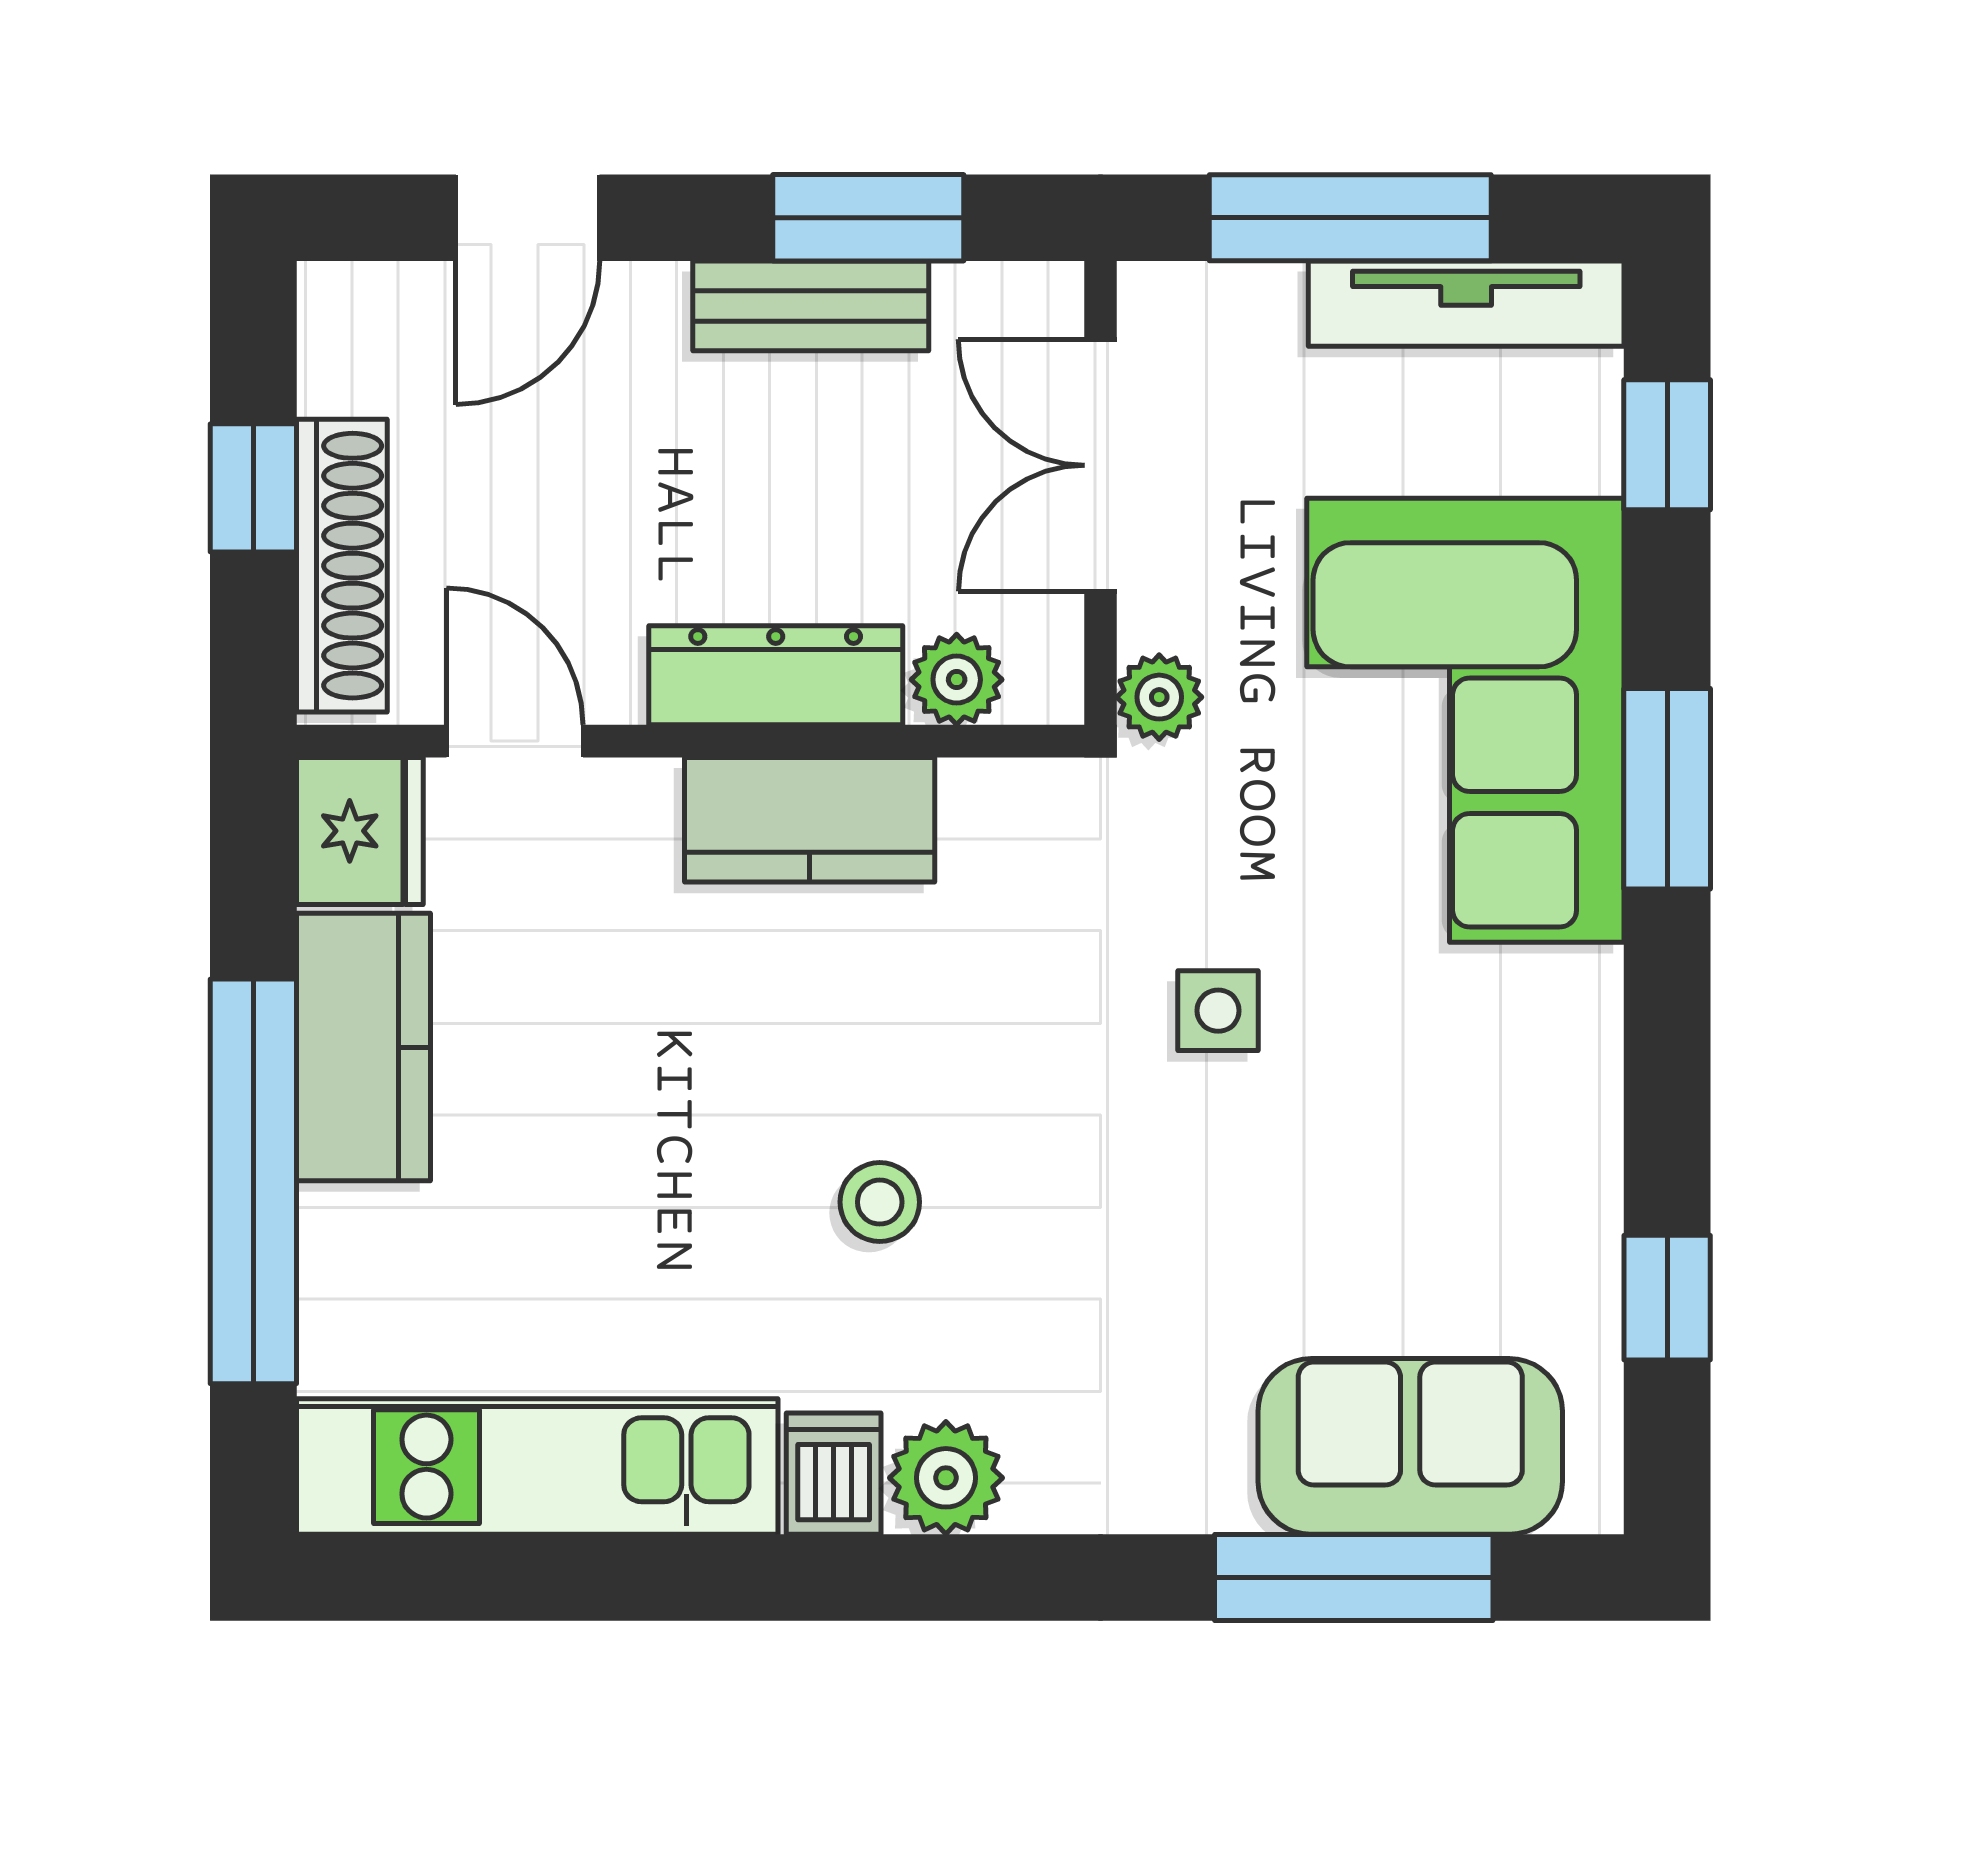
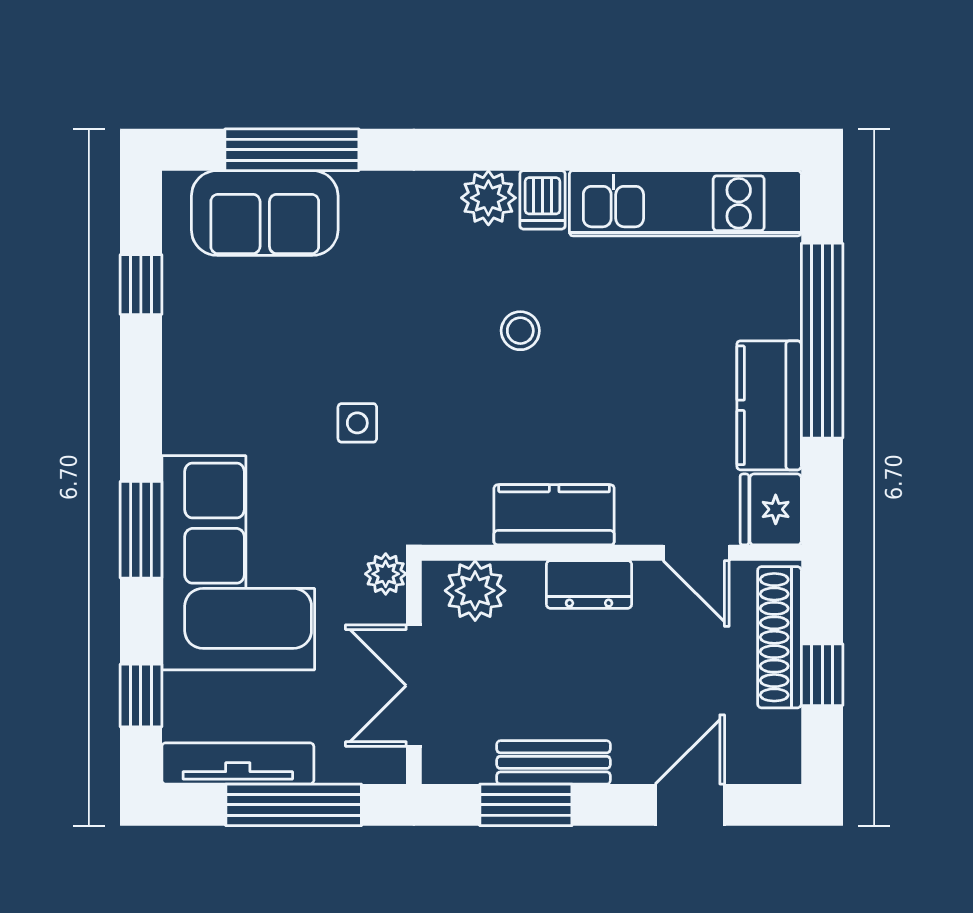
double door: (1101, 465) -> (414, 686), swing flipped
dresser: (776, 675) -> (589, 584), width x0.70
plant: (957, 680) -> (475, 591), width x1.38, depth x1.38

